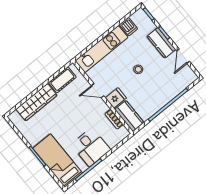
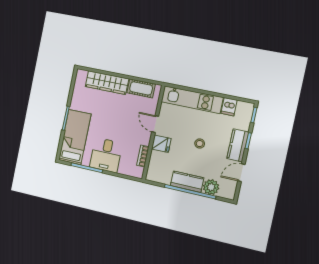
plant: (177, 87) -> (211, 187), added
kitchen counter: (129, 116) -> (187, 182), moved, turned -90

